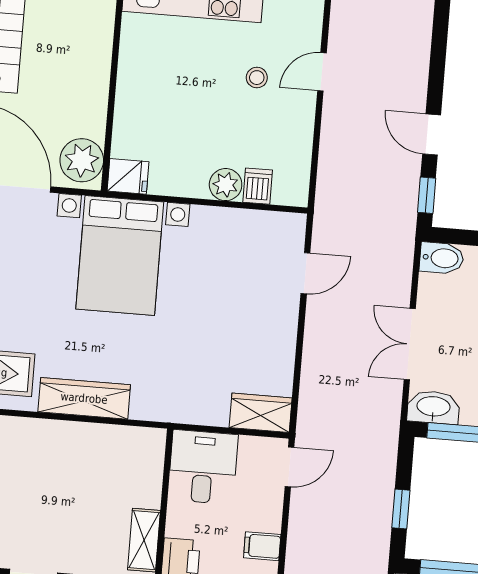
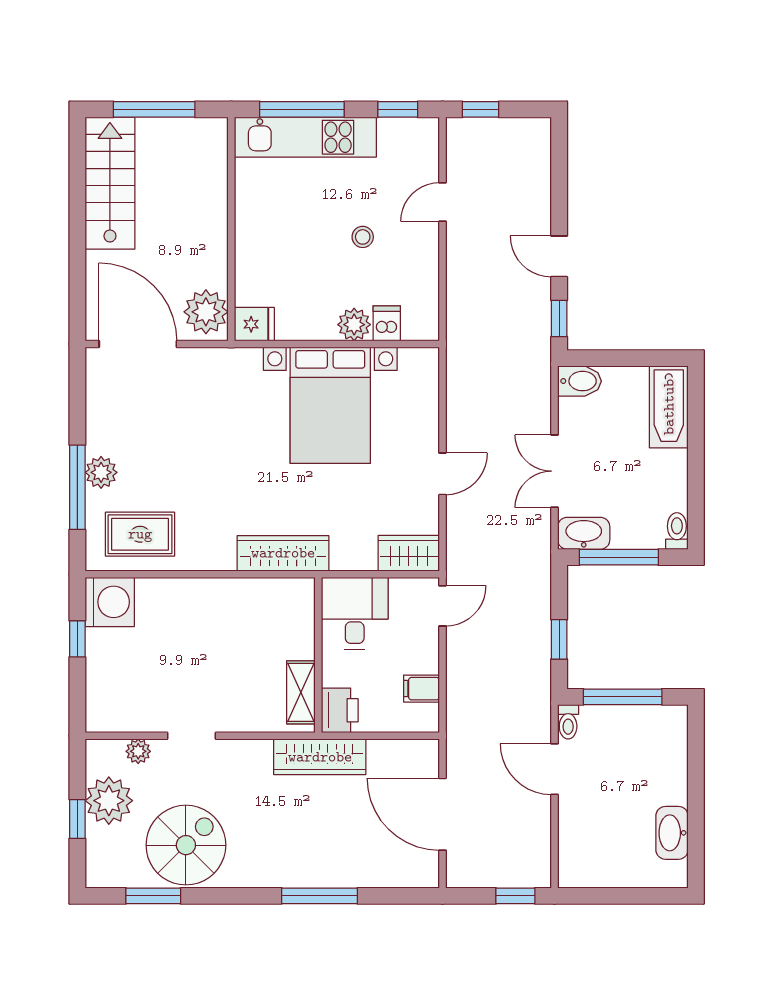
stool: (257, 78) -> (363, 237), moved
bed with nightstands: (120, 255) -> (330, 405), moved
door: (305, 273) -> (443, 474), moved
wardrobe: (84, 398) -> (283, 553), moved

